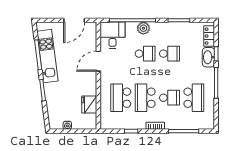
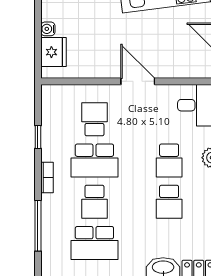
door: (98, 61) -> (138, 81), moved
school desk: (121, 98) -> (94, 119), width x0.54
school desk: (145, 98) -> (94, 161), turned 180
fridge: (89, 105) -> (53, 52), moved, turned 90

